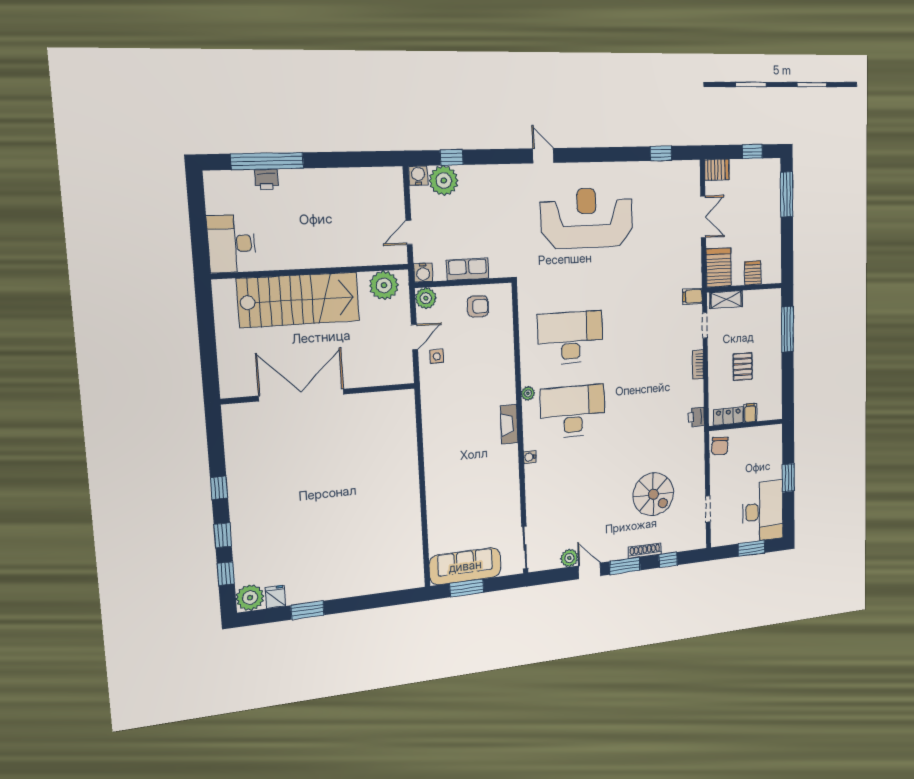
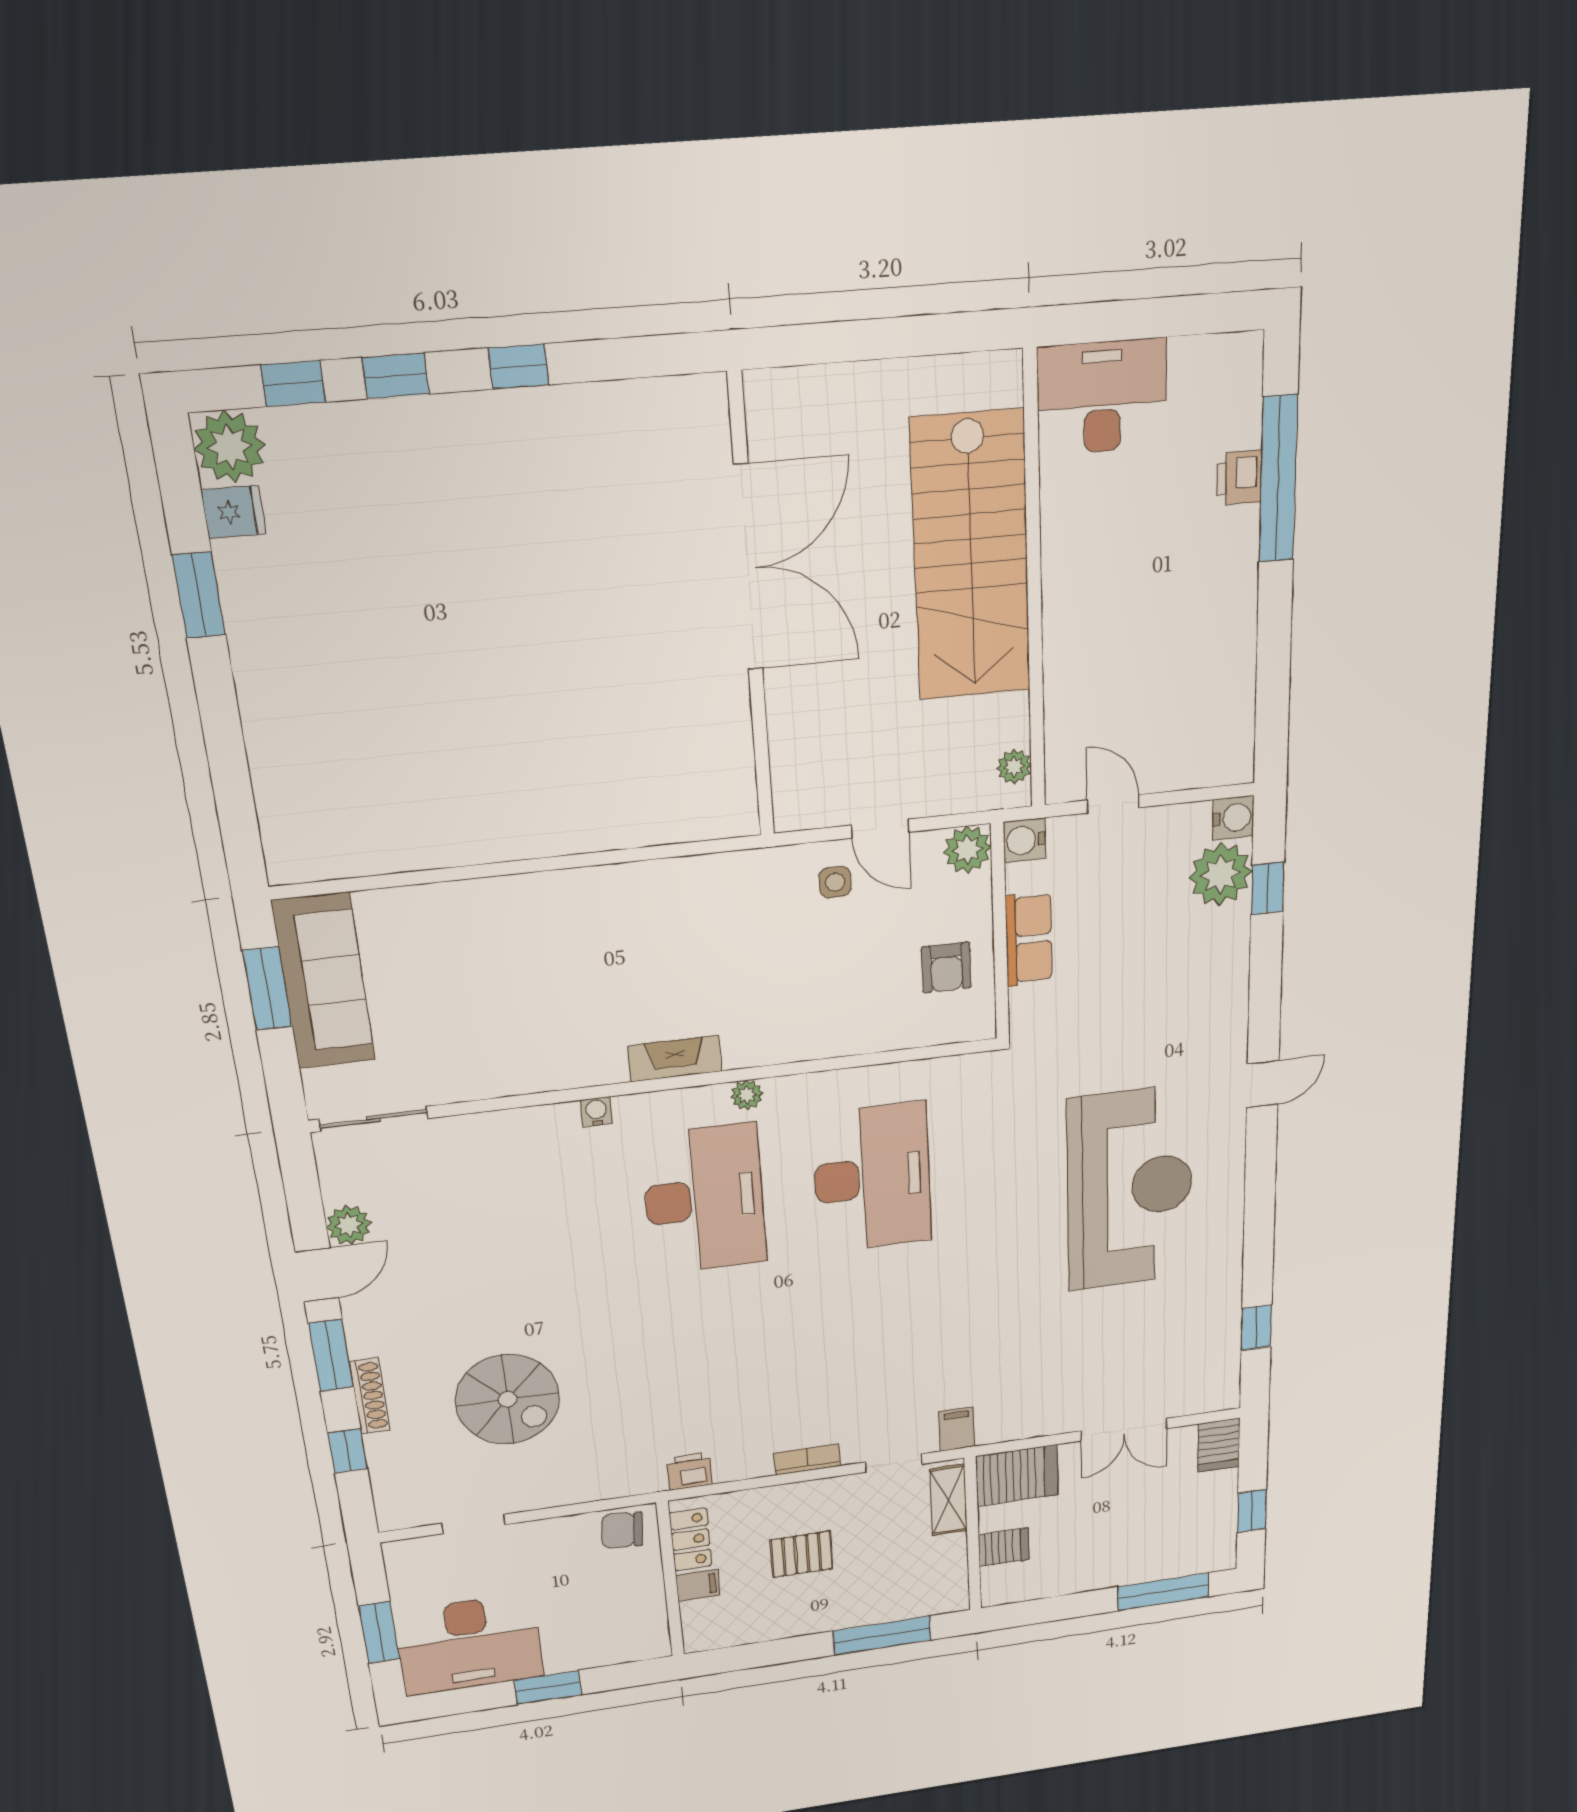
plant: (384, 285) -> (1014, 767), width x0.53, depth x0.53
spiral stairs: (653, 494) -> (508, 1399), turned -90

